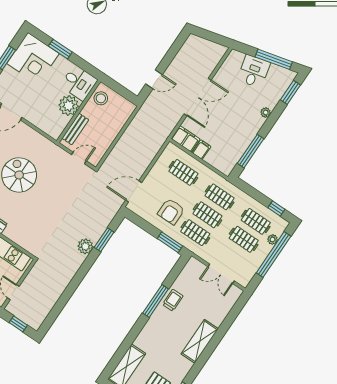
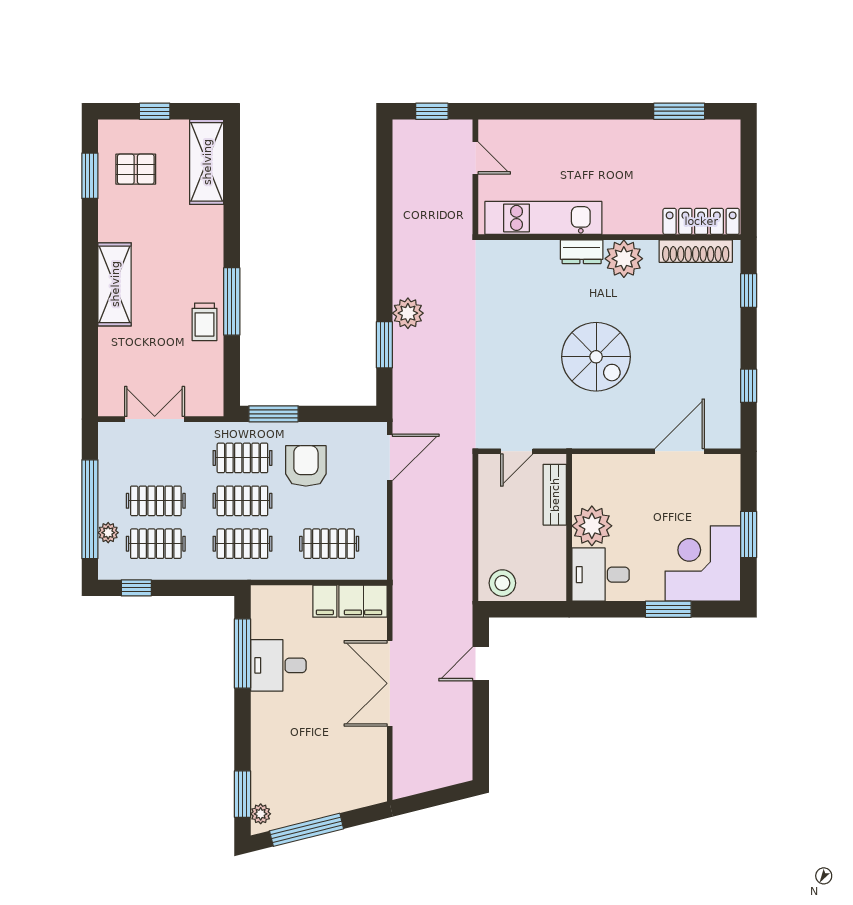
desk: (254, 71) -> (278, 665), moved, turned 104
stool: (101, 98) -> (502, 583), moved
plant: (266, 113) -> (261, 814), moved

